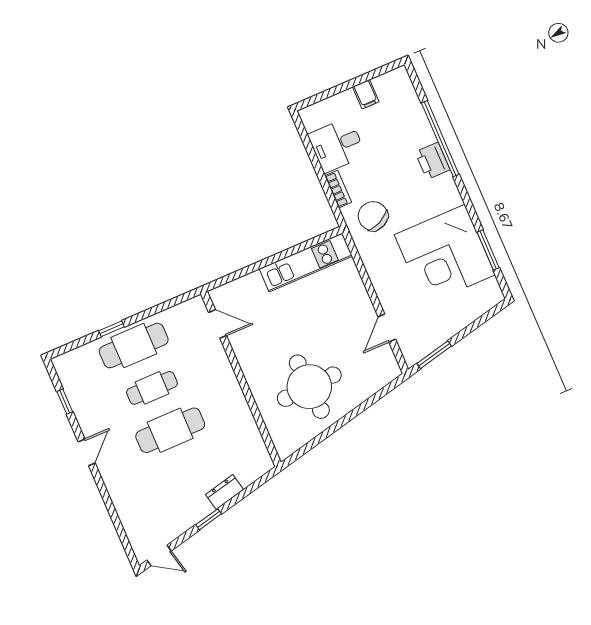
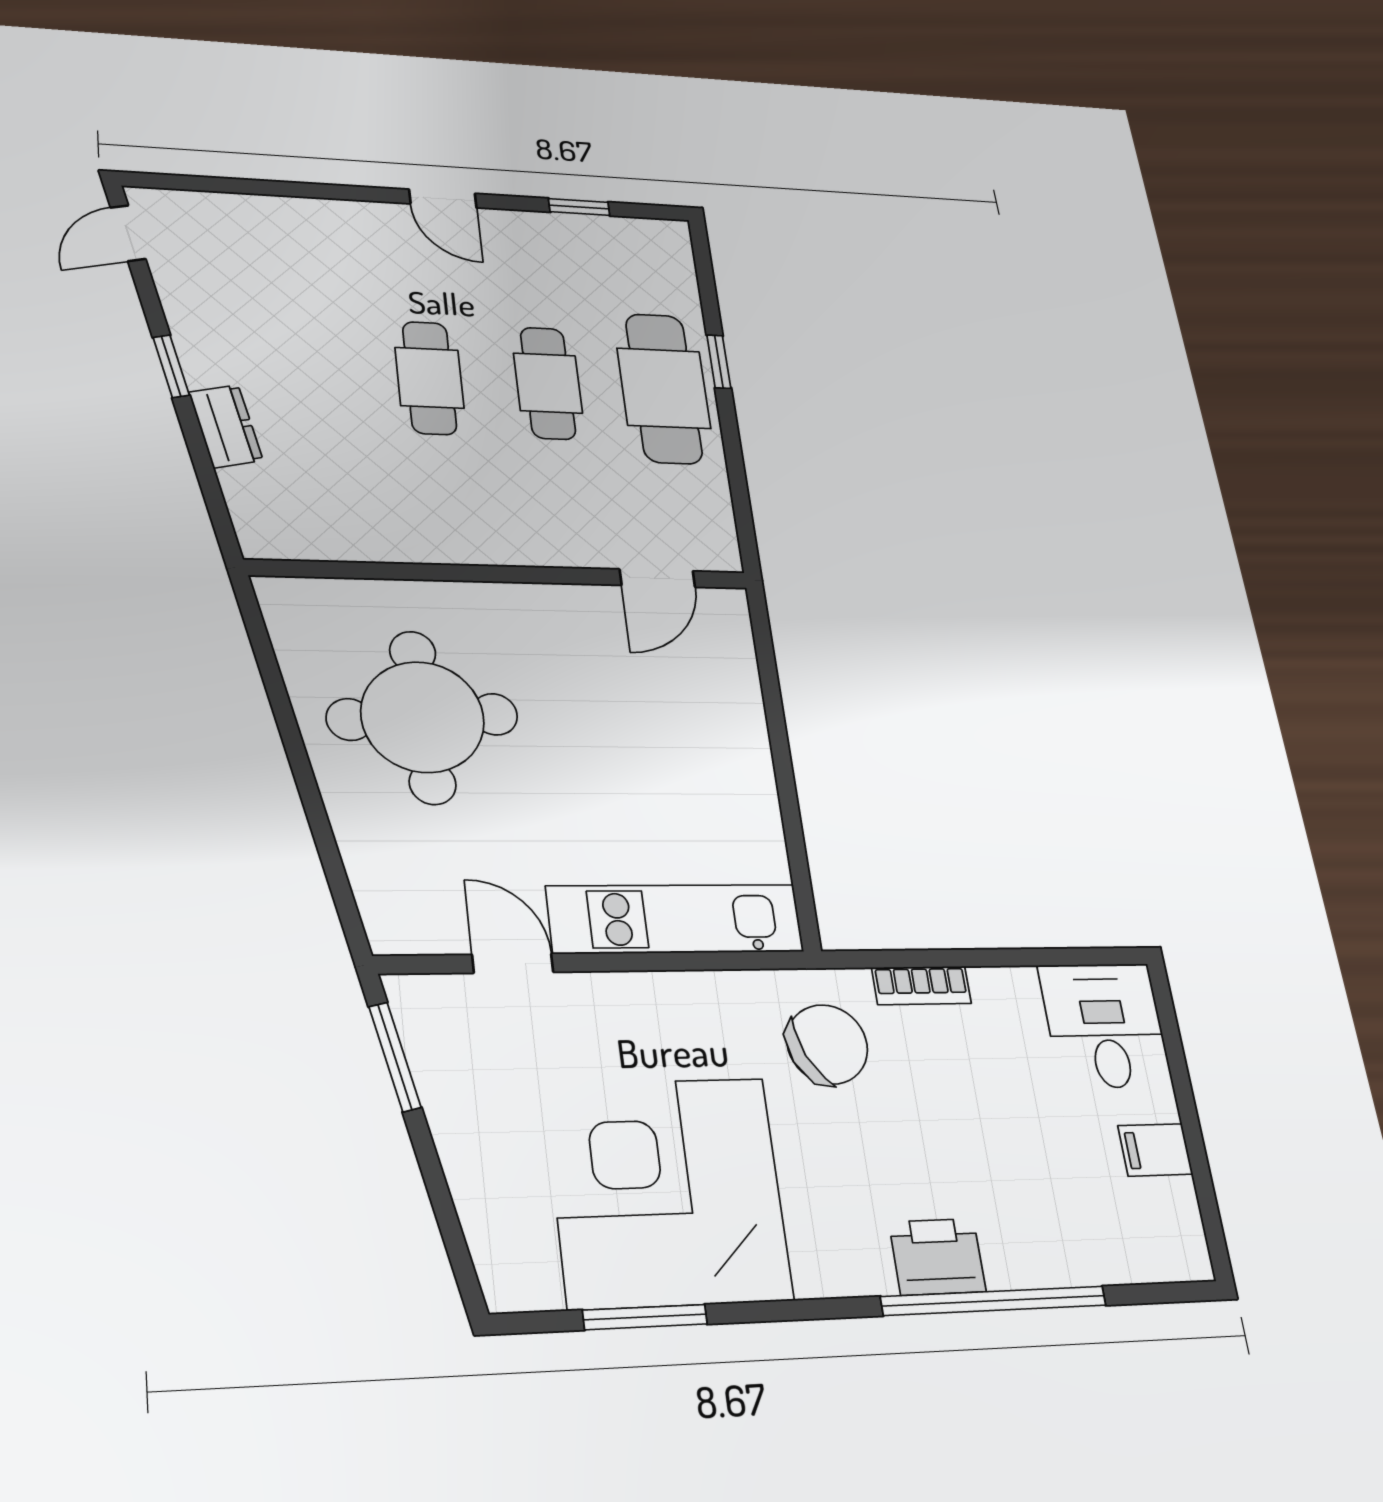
desk: (337, 145) -> (1105, 1025), moved
kitchen unit: (306, 262) -> (675, 919), moved, turned 90
cafe table: (170, 430) -> (429, 378), width x0.73, depth x0.74

